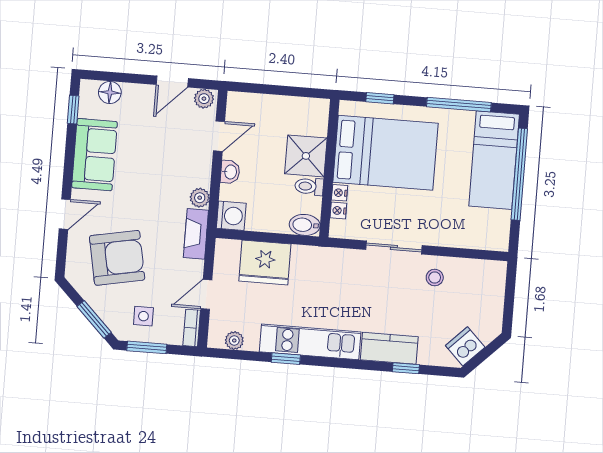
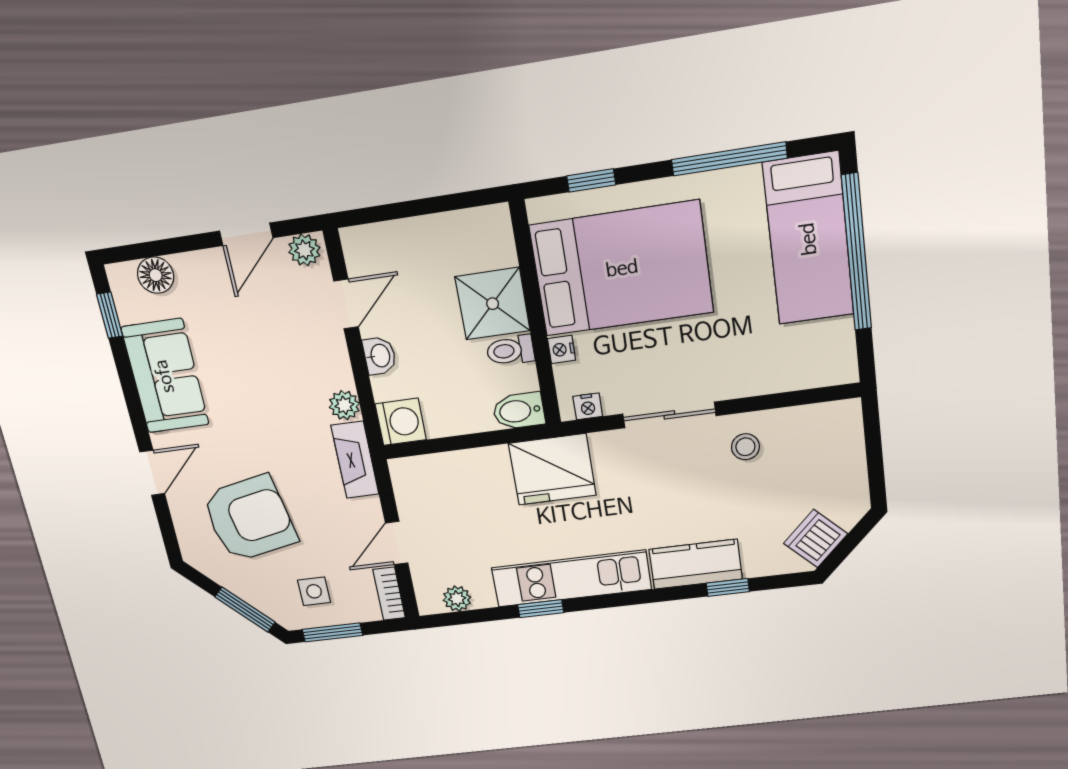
nightstand: (338, 211) -> (588, 406), moved, turned -90
fridge: (265, 263) -> (552, 469), moved

